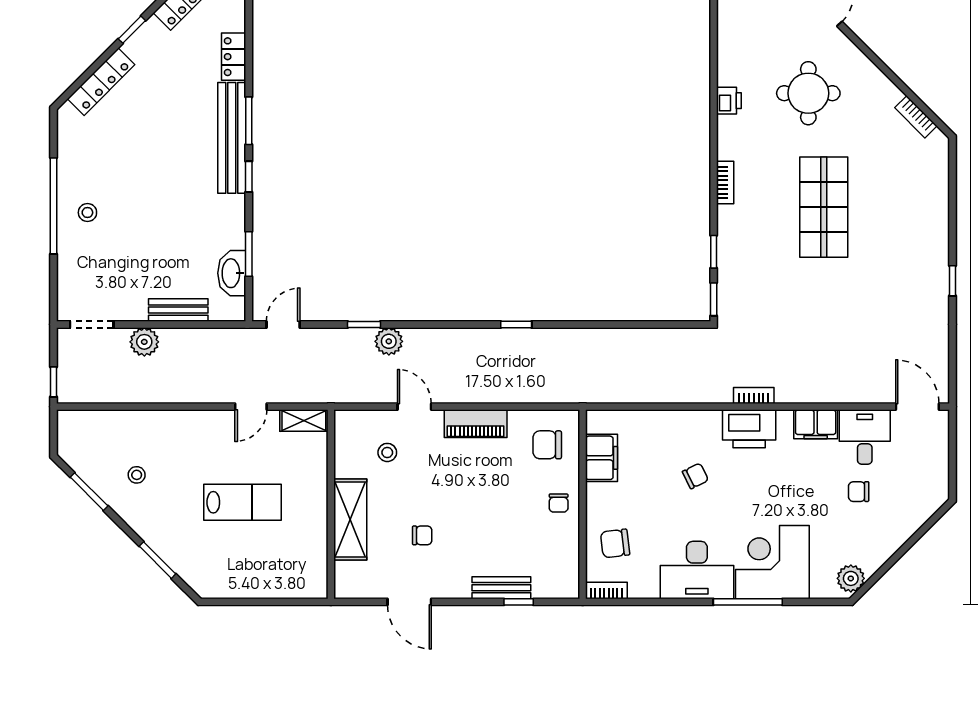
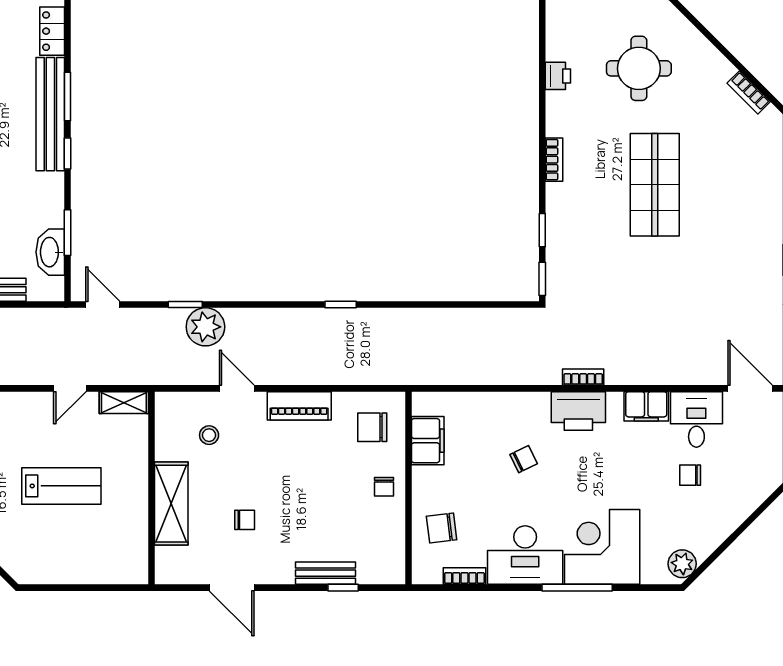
door: (283, 324) -> (103, 304), hinge flipped
plant: (389, 341) -> (205, 327), width x1.36, depth x1.36
bookcase: (606, 590) -> (464, 576), moved

